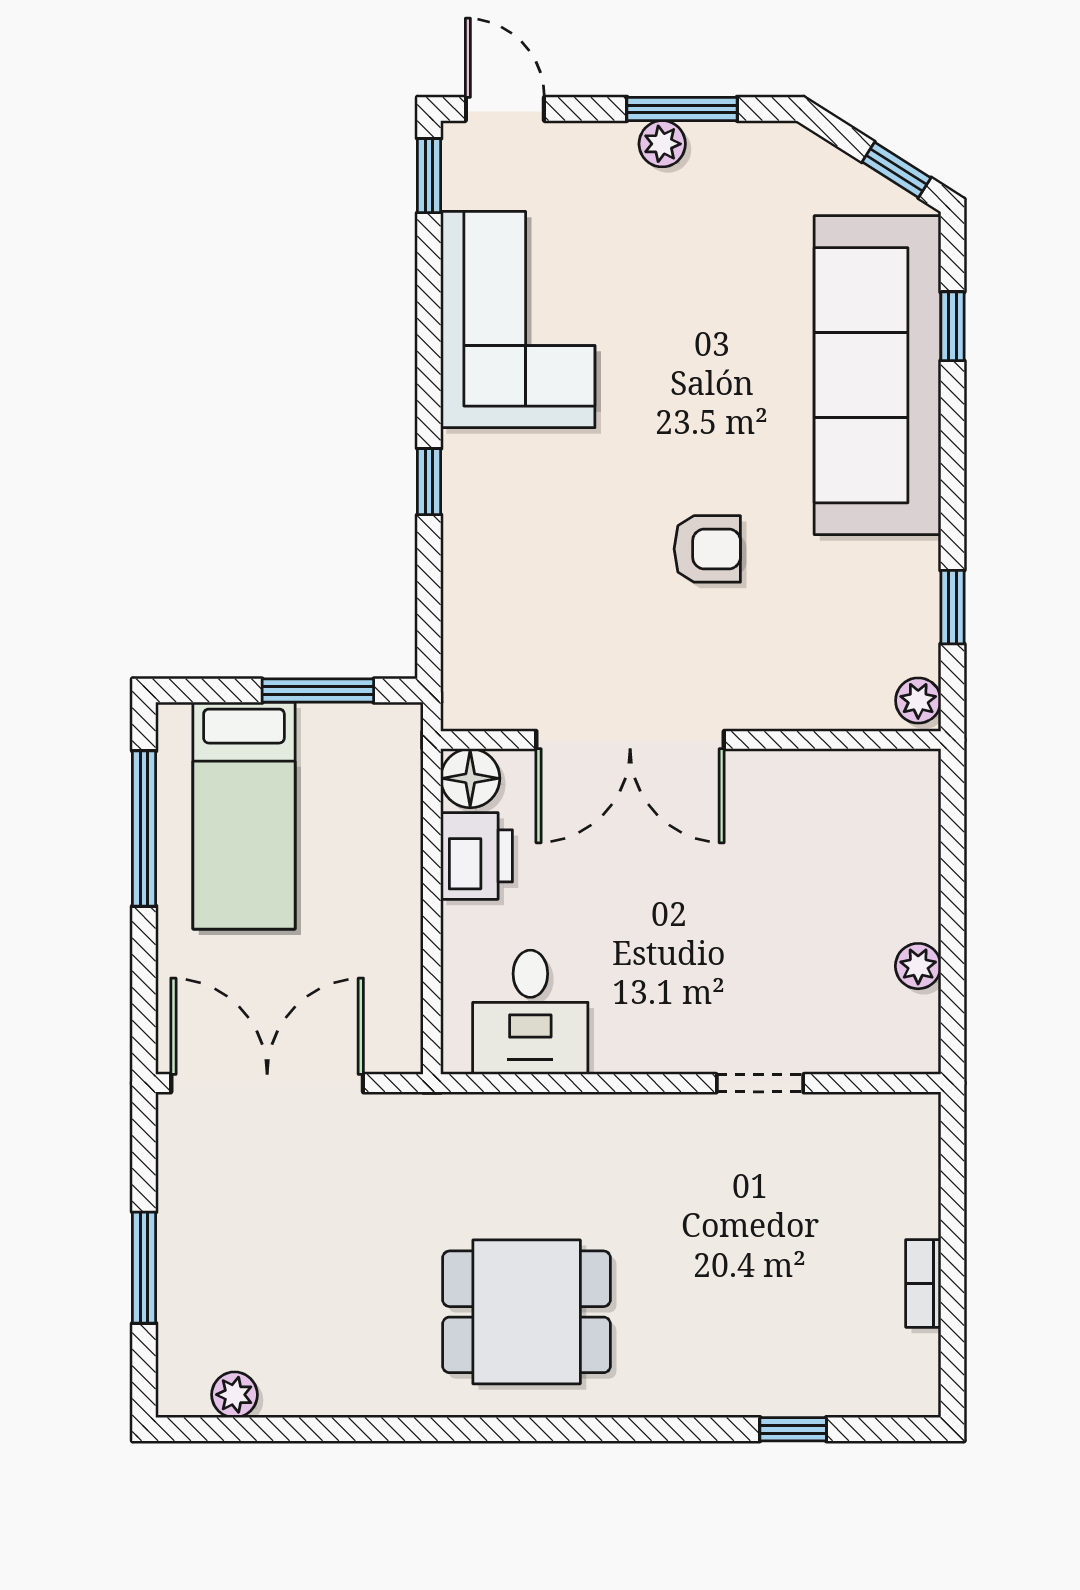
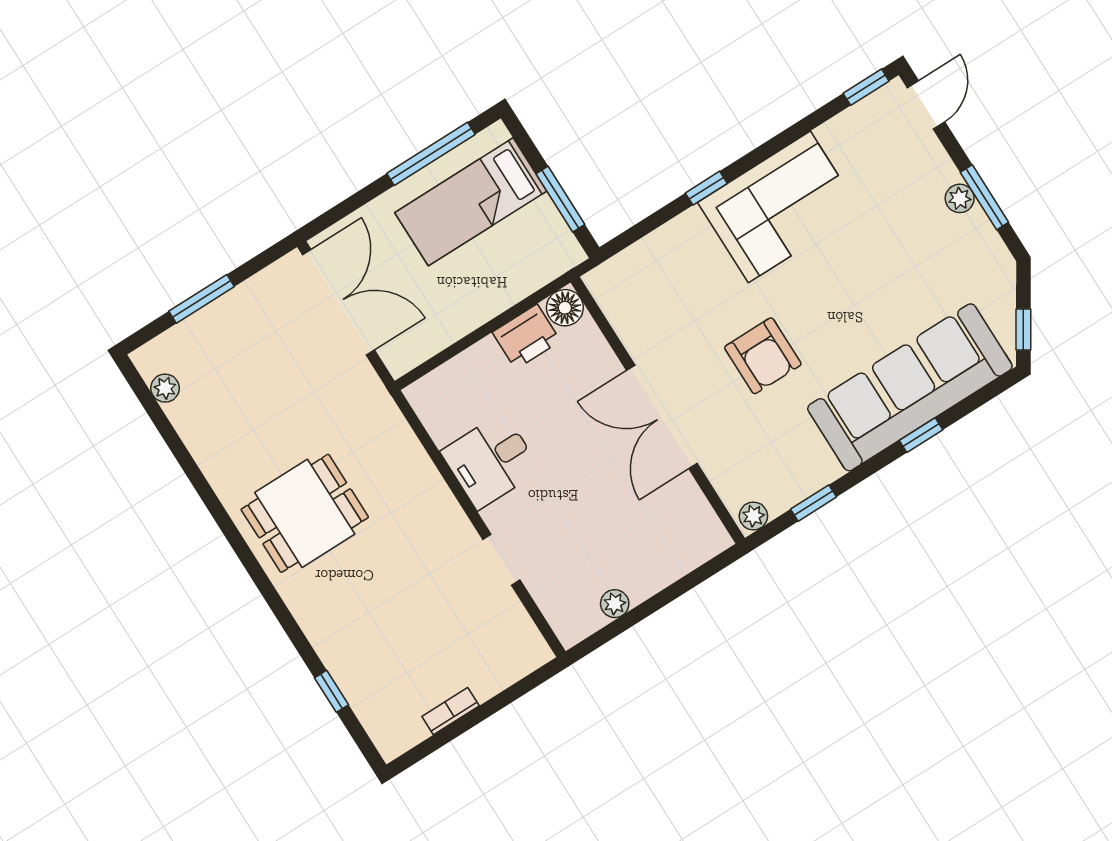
corner sofa: (518, 320) -> (779, 207), moved
window: (952, 326) -> (921, 435), moved
armchair: (707, 549) -> (763, 356), width x1.38, depth x1.38
double door: (630, 740) -> (662, 417), moved
desk: (530, 1012) -> (491, 461), moved
dining table: (527, 1312) -> (305, 513), turned 90

